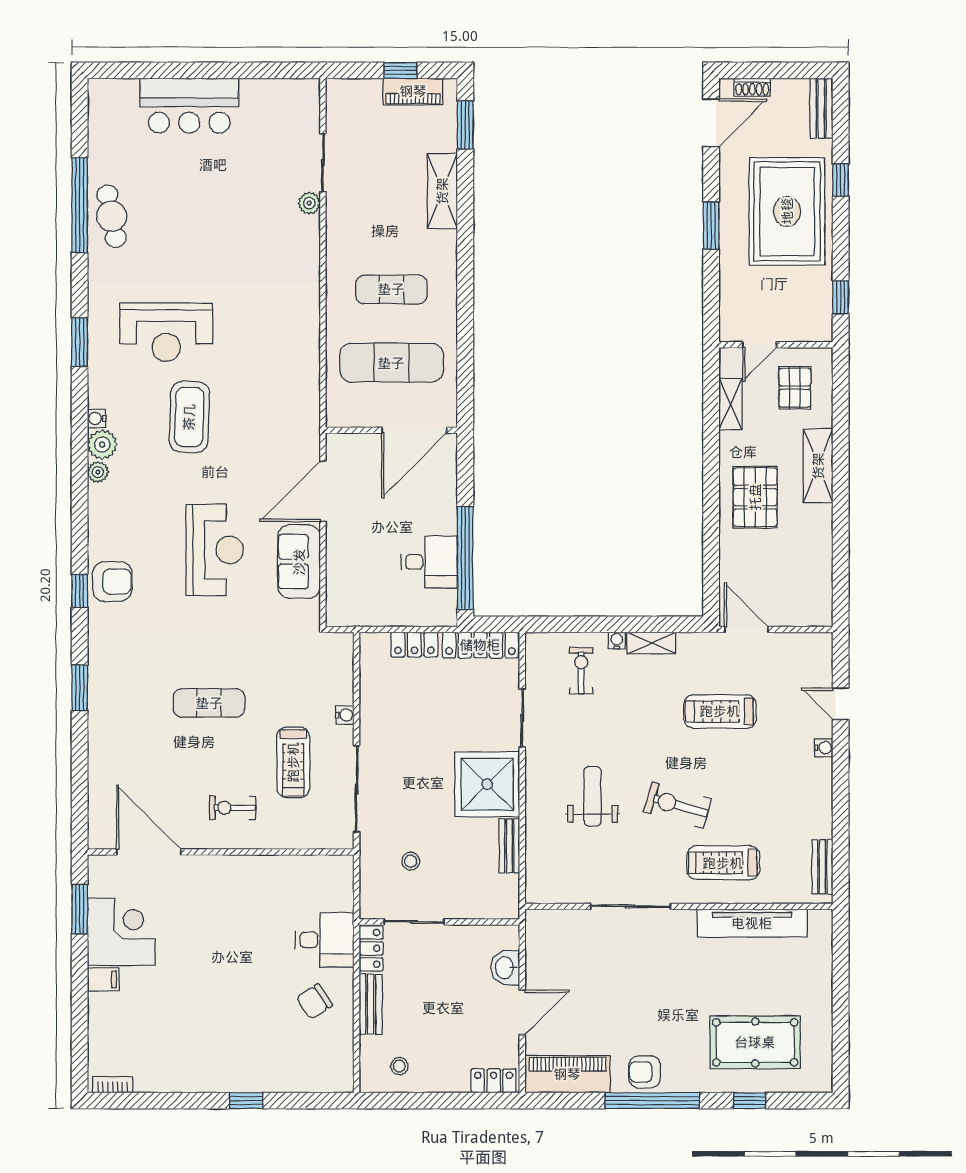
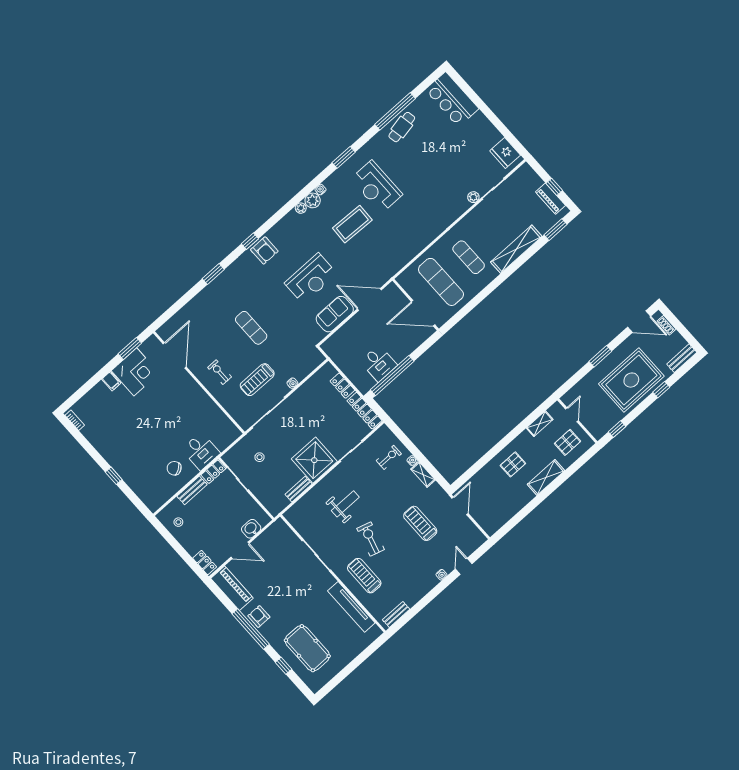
fridge: (286, 98) -> (505, 153), added
bar counter: (189, 106) -> (452, 99), moved
shelving: (442, 191) -> (516, 249), width x1.47
door: (760, 345) -> (572, 415), swing flipped
pallet: (755, 497) -> (513, 464), width x0.67, depth x0.71

